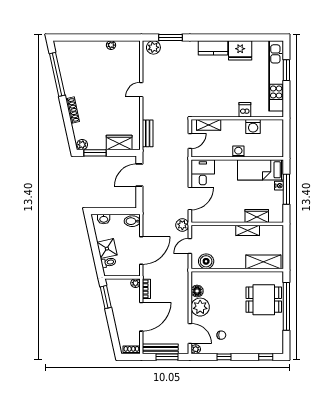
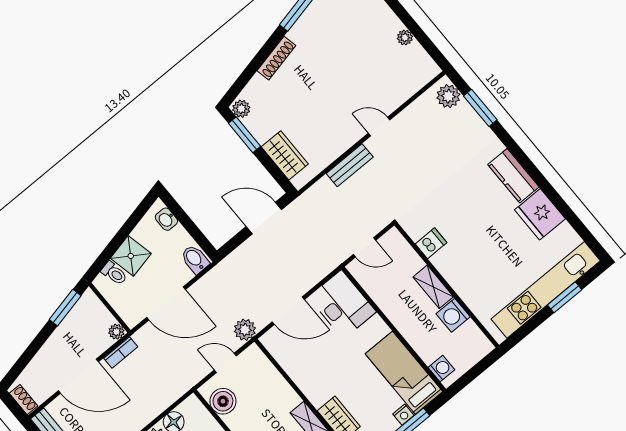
dishwasher: (245, 110) -> (431, 243), moved
shelving: (209, 125) -> (433, 287), moved
bench: (148, 133) -> (350, 165), moved
washing machine: (238, 152) -> (441, 369), moved
desk: (203, 172) -> (342, 305), width x1.37

